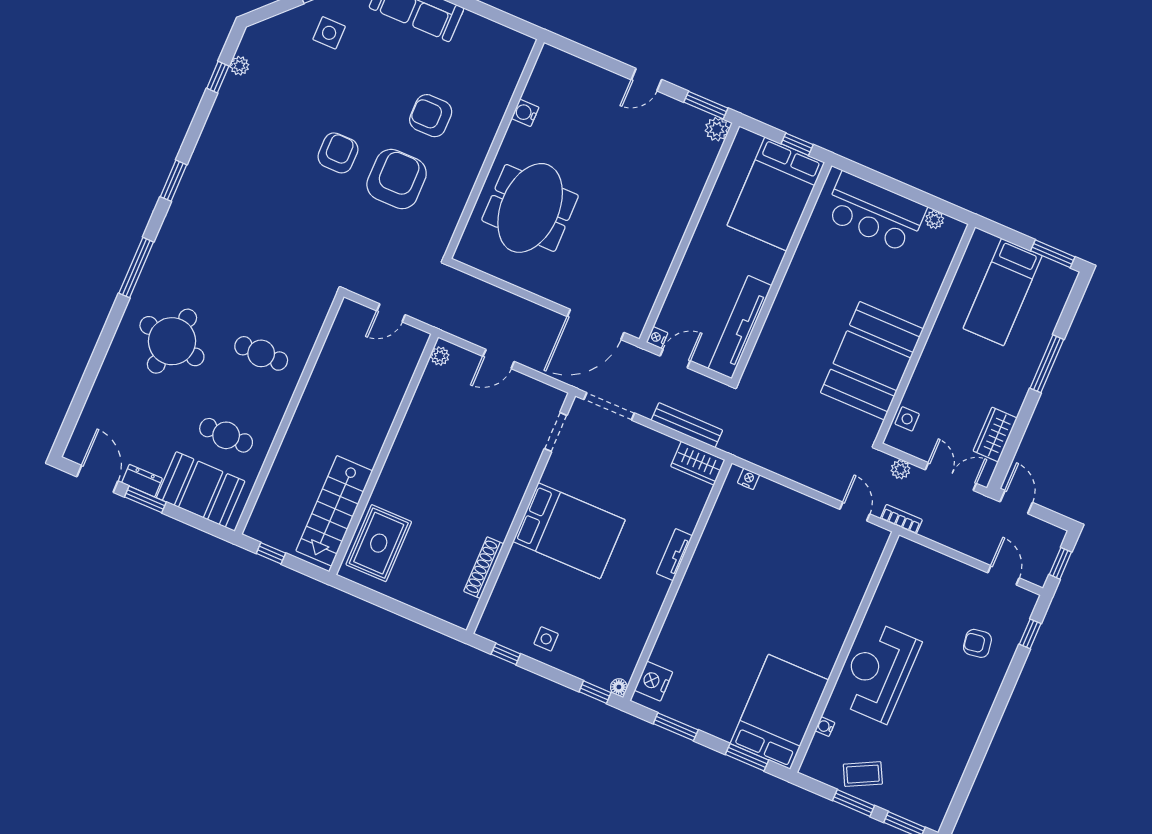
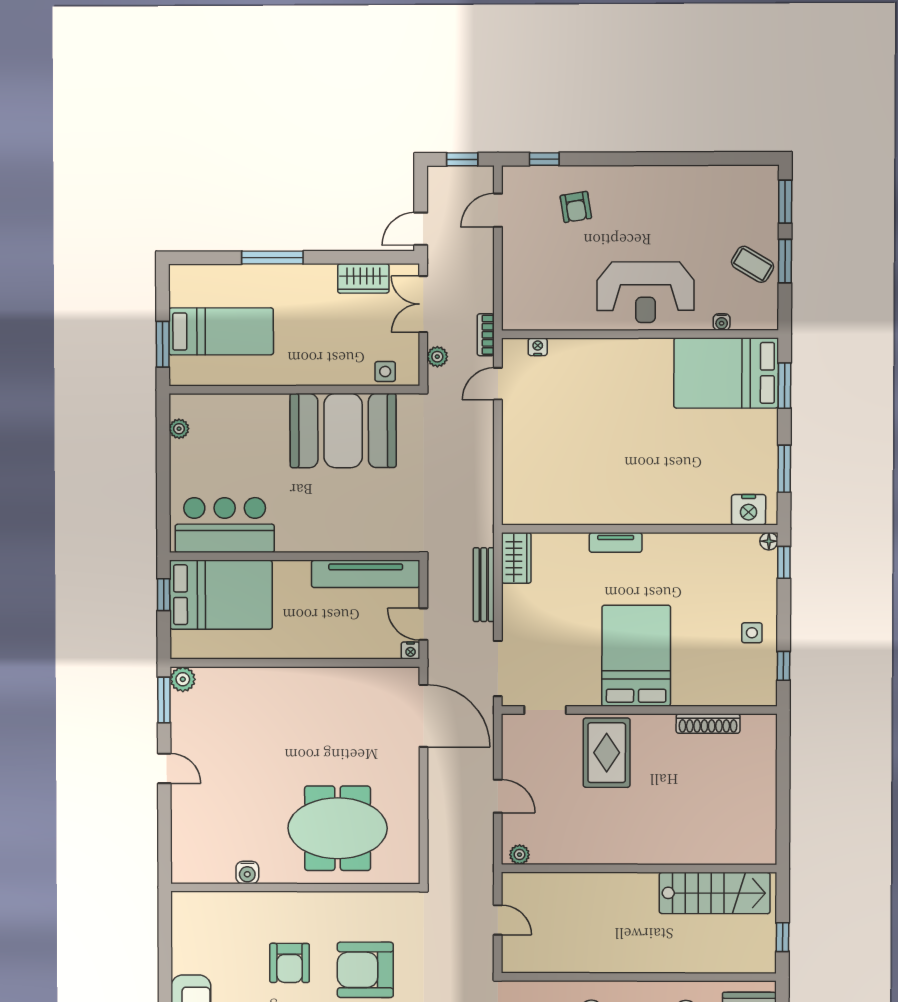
bar counter: (875, 212) -> (225, 525), moved, turned -90
window: (1053, 254) -> (163, 344), moved
nightstand: (749, 479) -> (538, 347), moved, turned 90
rug: (379, 543) -> (607, 753), moved, turned 90
coffee table: (863, 774) -> (753, 264), turned -32

